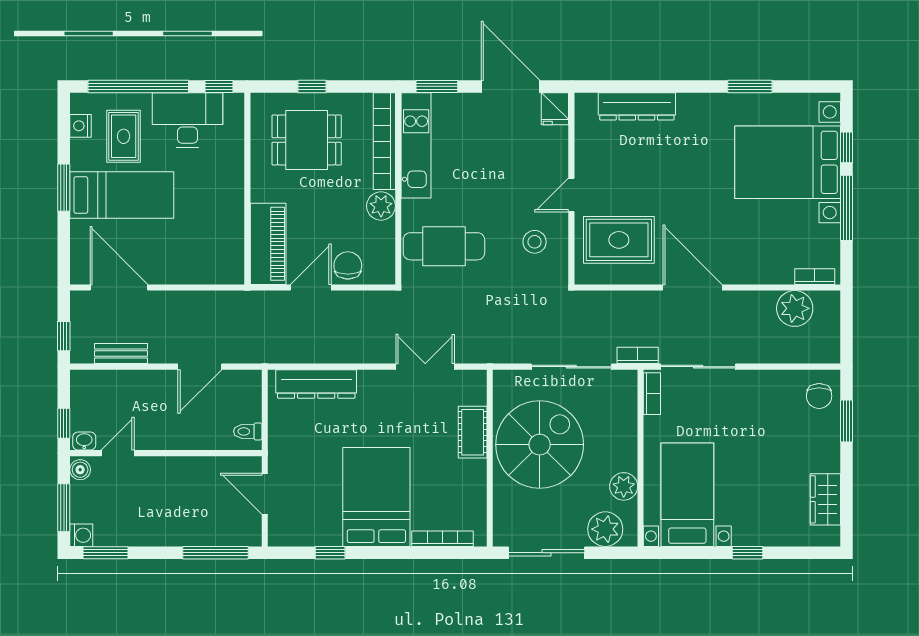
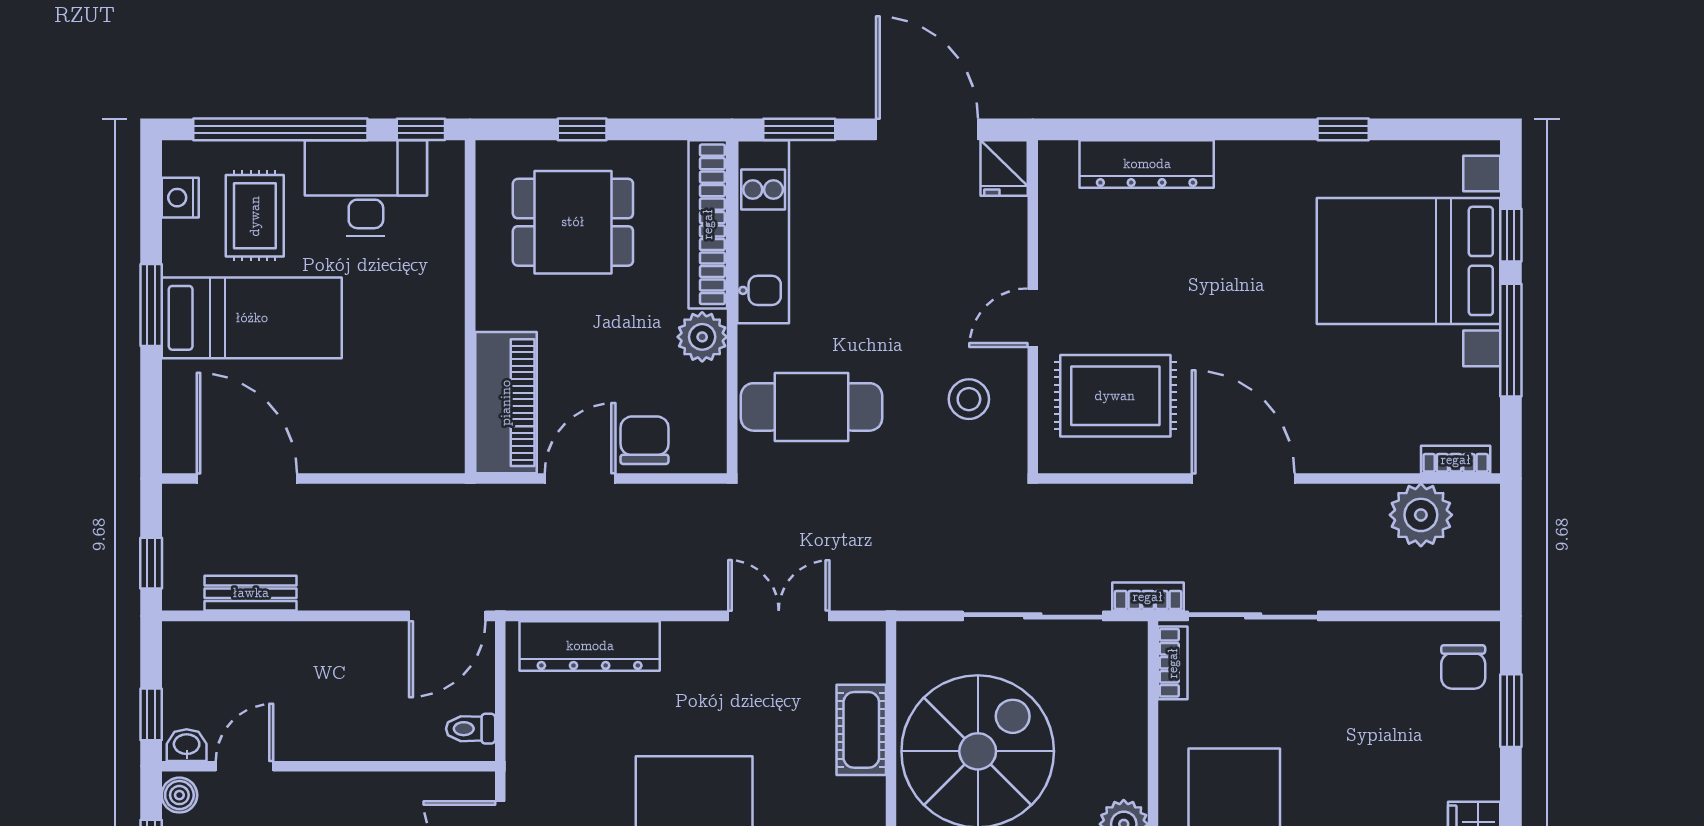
window: (750, 86) -> (1343, 129), width x0.67
door: (200, 367) -> (447, 616), moved

